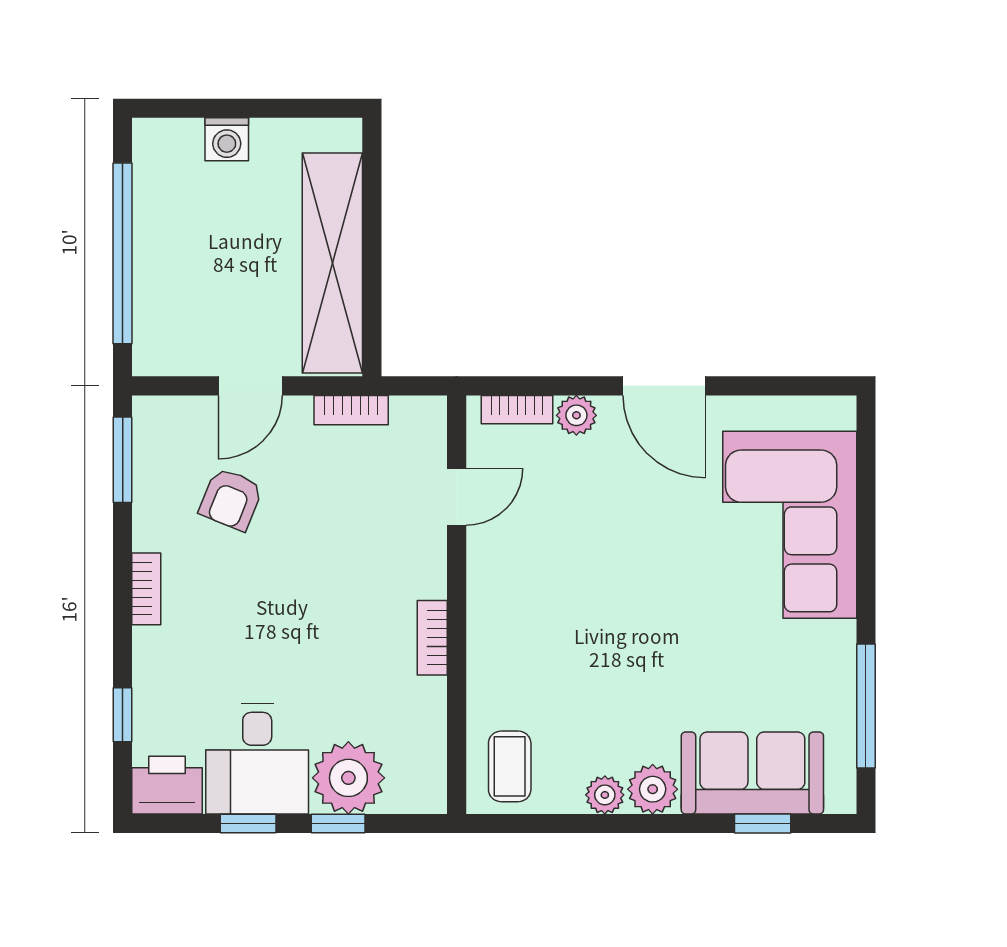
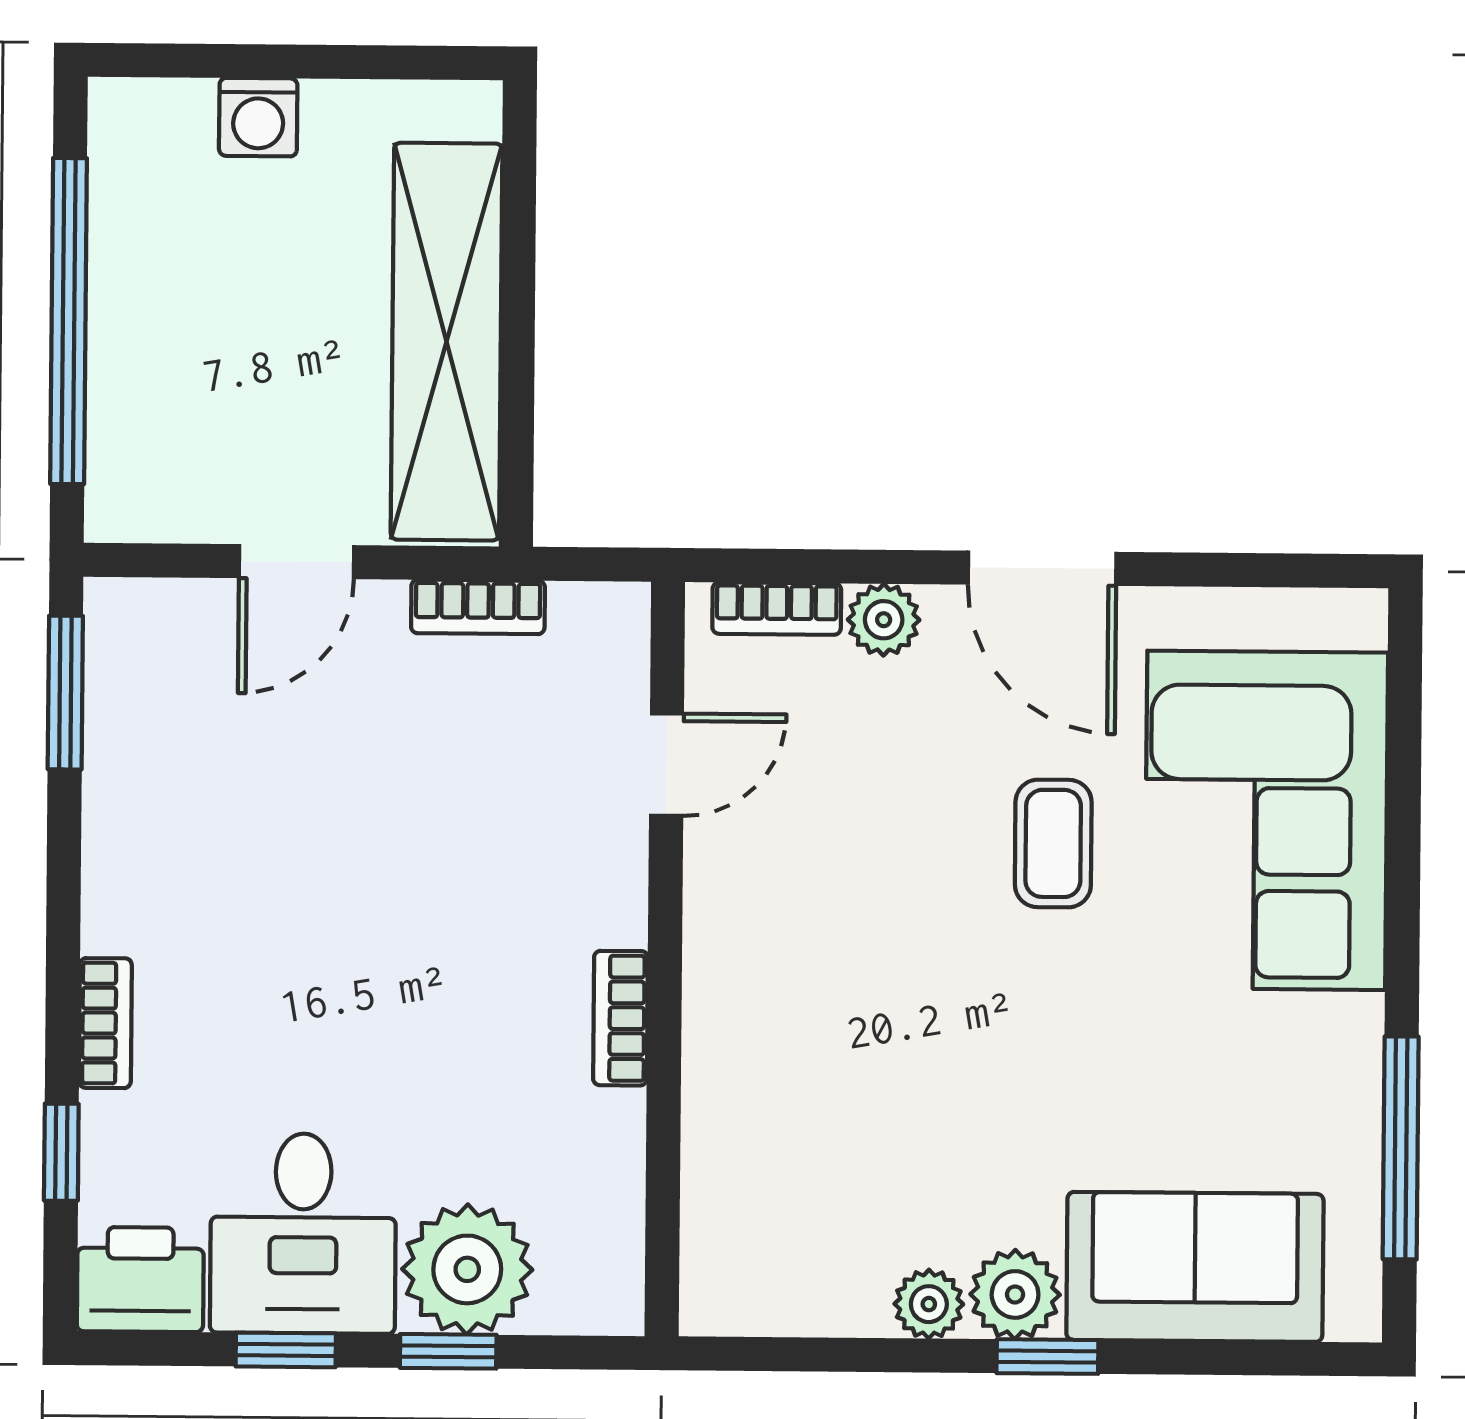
armchair: (231, 499) -> (260, 766), removed
bookcase: (146, 589) -> (105, 1023), moved
coffee table: (510, 766) -> (1053, 843), moved
window: (763, 824) -> (1047, 1357), moved

